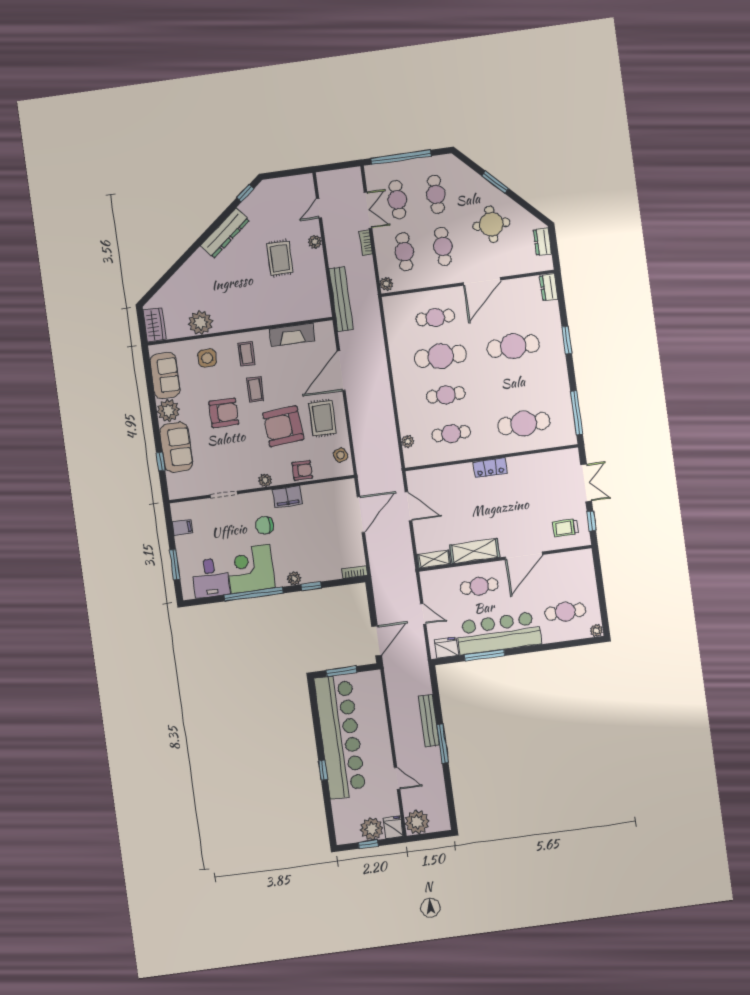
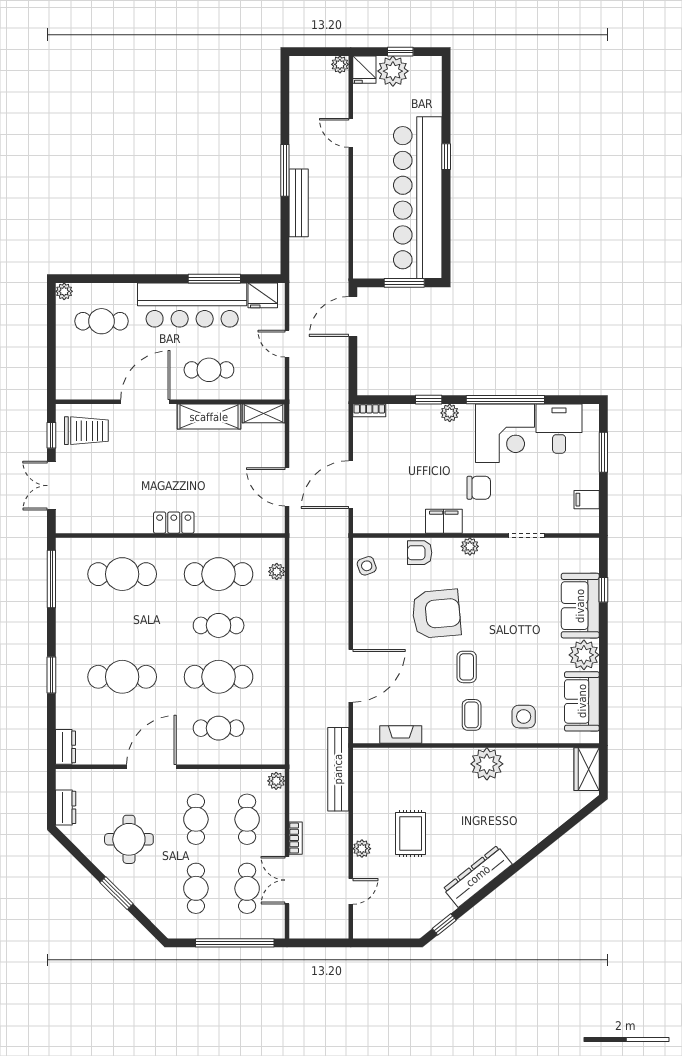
plant: (200, 323) -> (487, 764), moved
fireplace: (292, 335) -> (401, 735), width x0.73, depth x0.76
armchair: (224, 413) -> (512, 642), removed
rug: (323, 418) -> (383, 617), removed
cafe table: (451, 434) -> (219, 574), width x1.37, depth x1.35
trolley: (565, 528) -> (86, 431), width x1.36, depth x1.39
plant: (417, 822) -> (340, 64), width x0.53, depth x0.53

